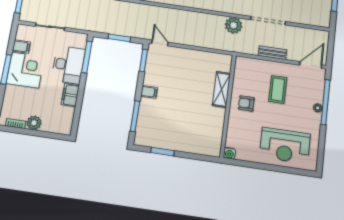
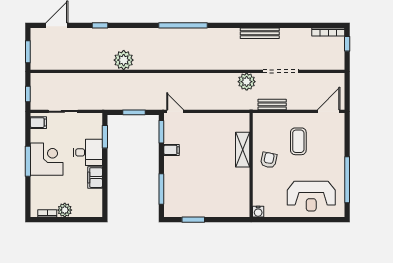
filing cabinet: (21, 46) -> (38, 123), moved
bench: (272, 53) -> (272, 104), moved
window: (87, 57) -> (105, 137), width x0.69
desk: (68, 65) -> (88, 152), width x0.73
filing cabinet: (149, 92) -> (171, 150), moved
window: (326, 102) -> (347, 180), moved
armchair: (246, 103) -> (269, 160), turned 101
plant: (318, 108) -> (340, 154), removed

